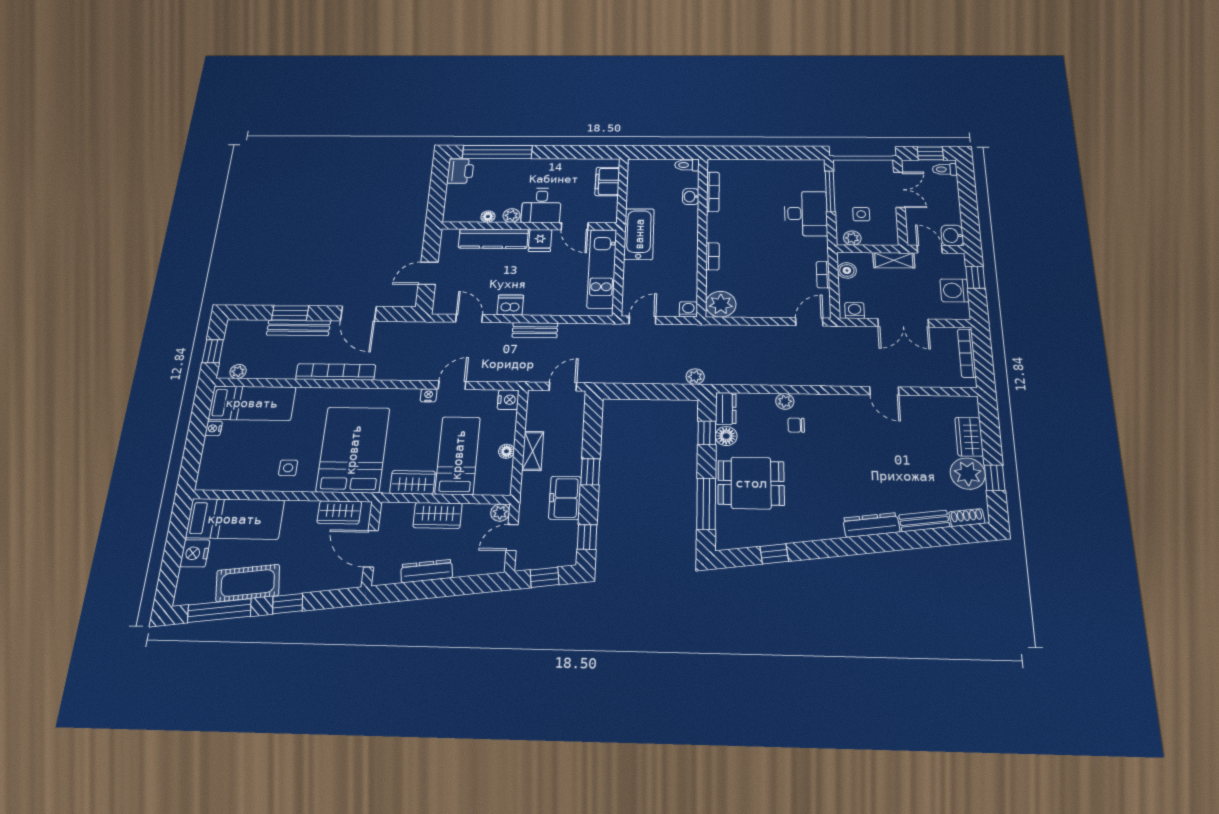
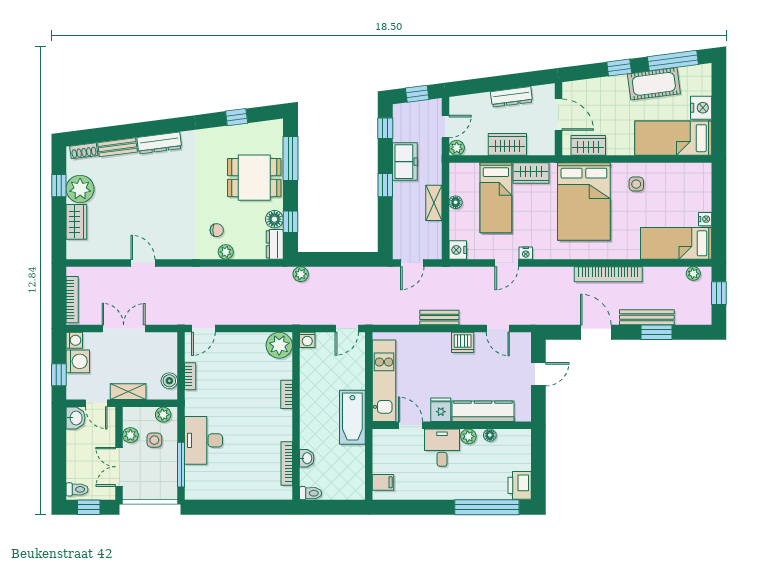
filing cabinet: (607, 181) -> (383, 482), width x0.50
plant: (888, 219) -> (130, 435), added
washing machine: (855, 311) -> (74, 340), moved, turned -90

